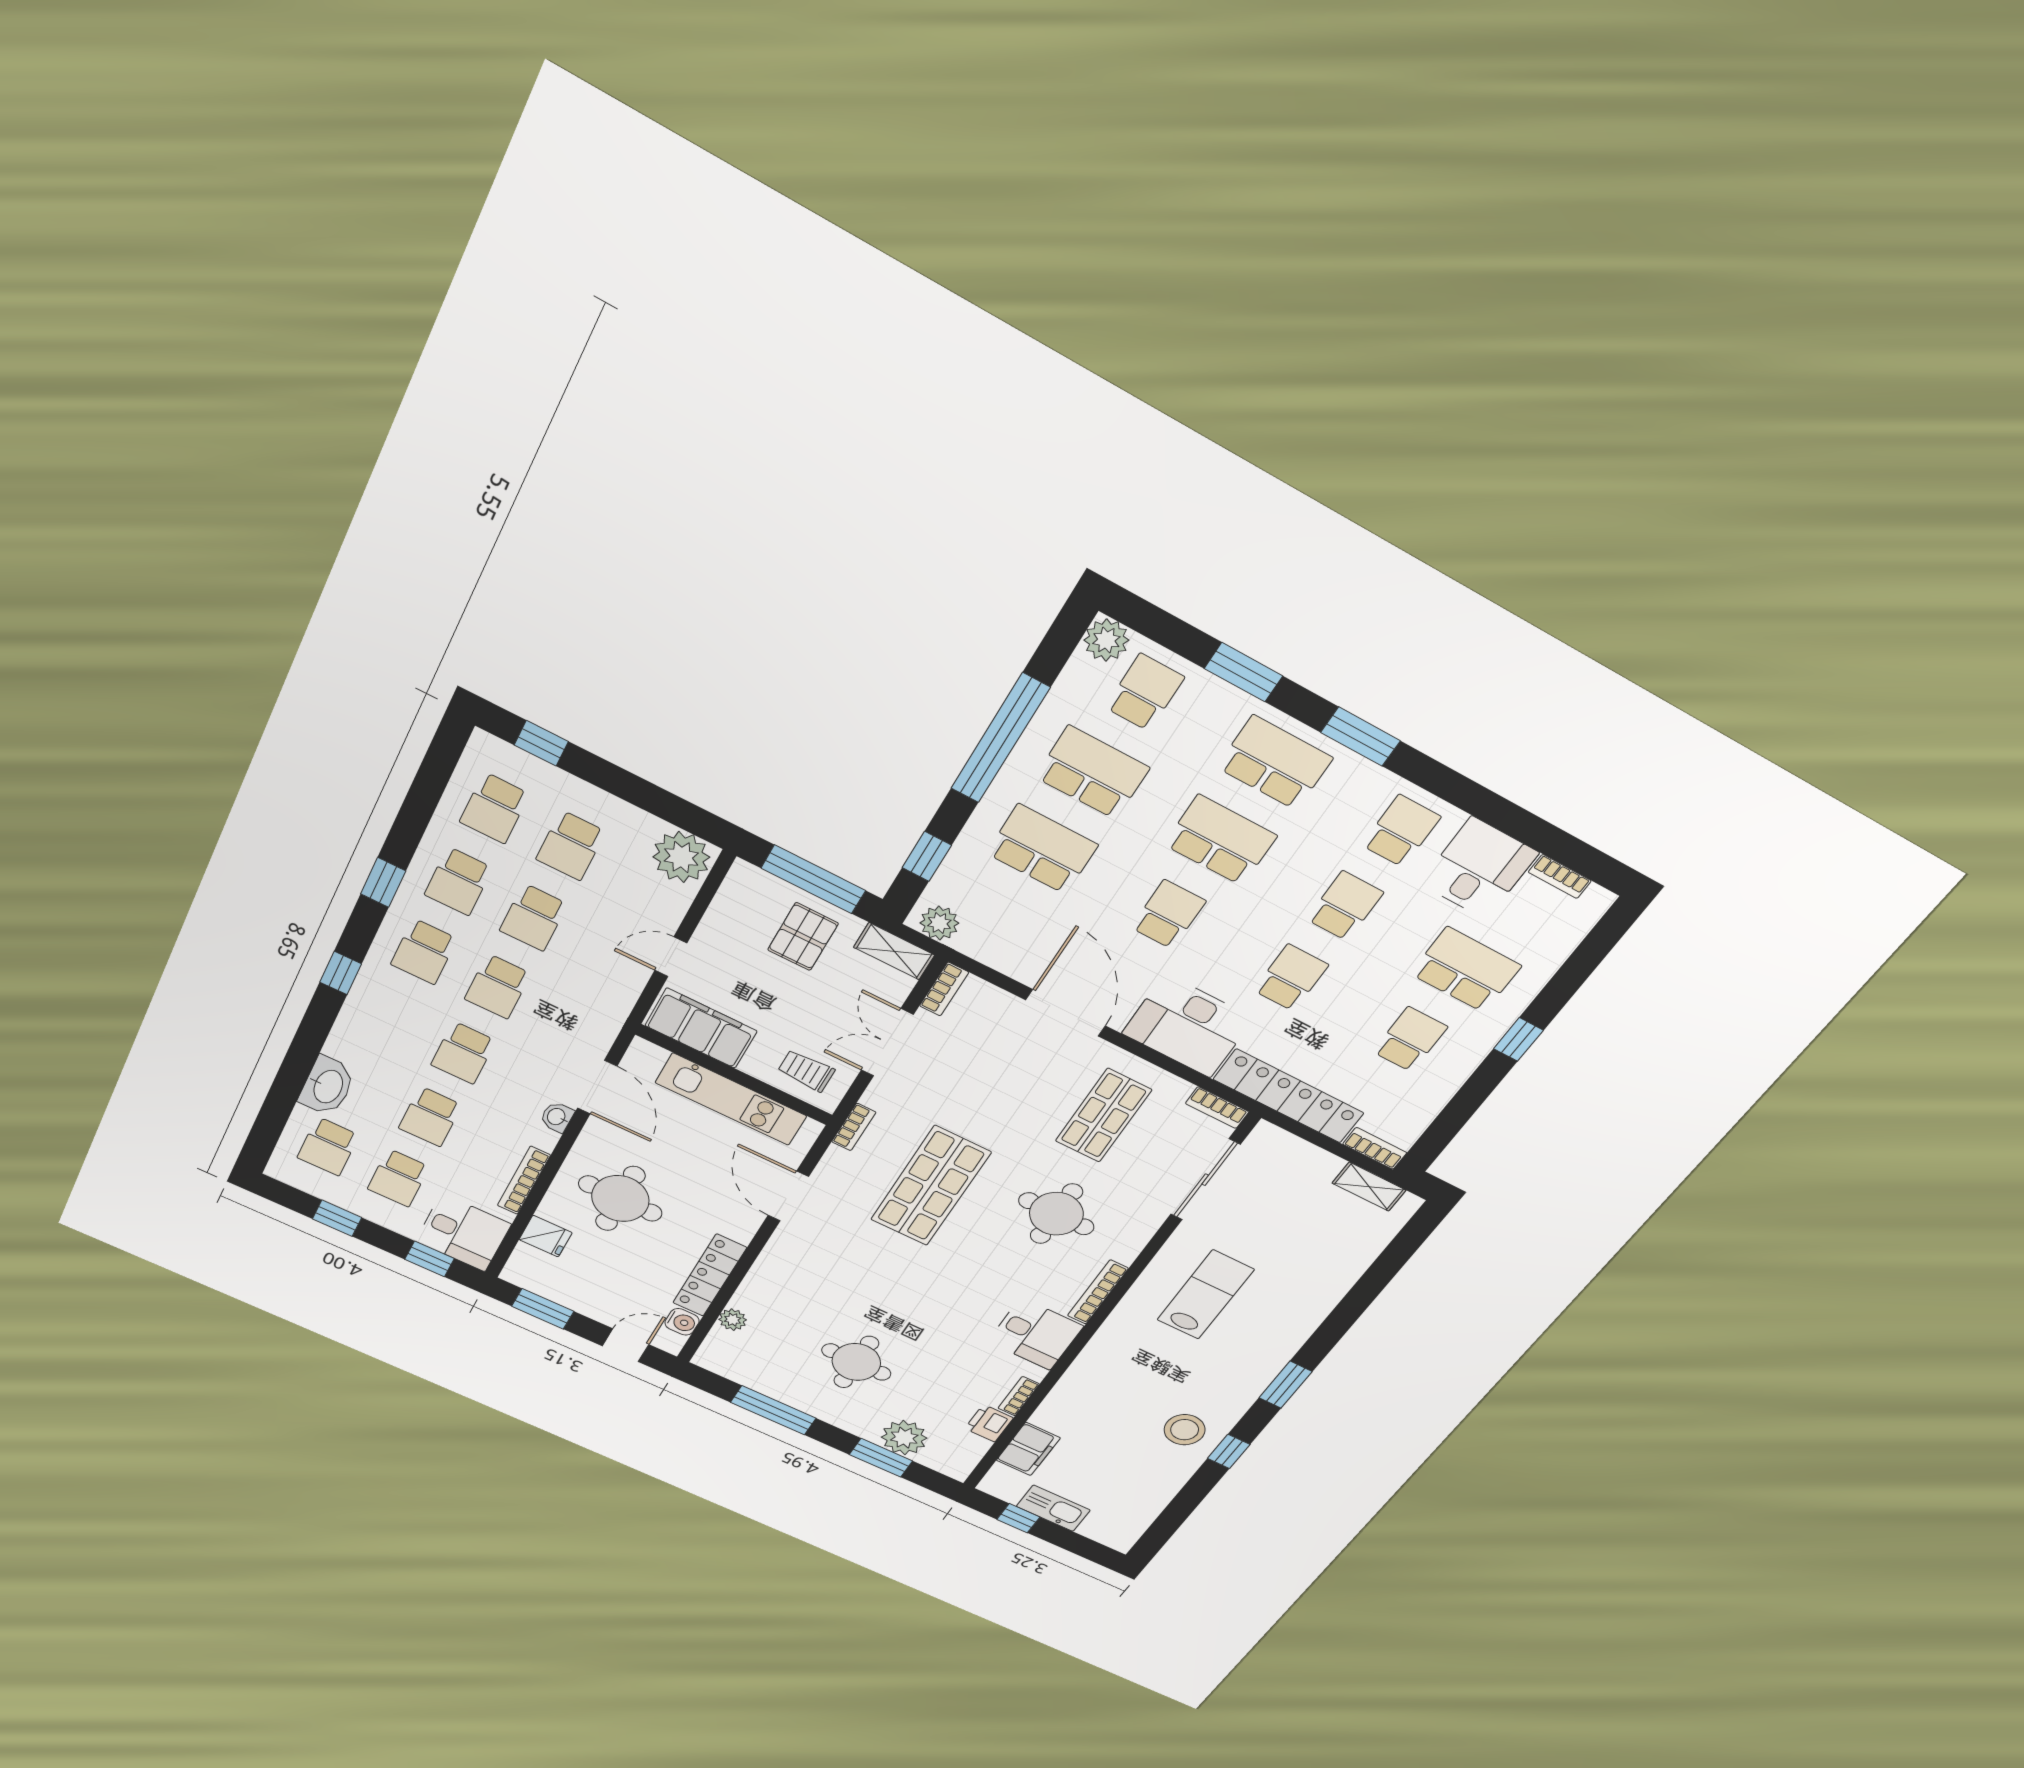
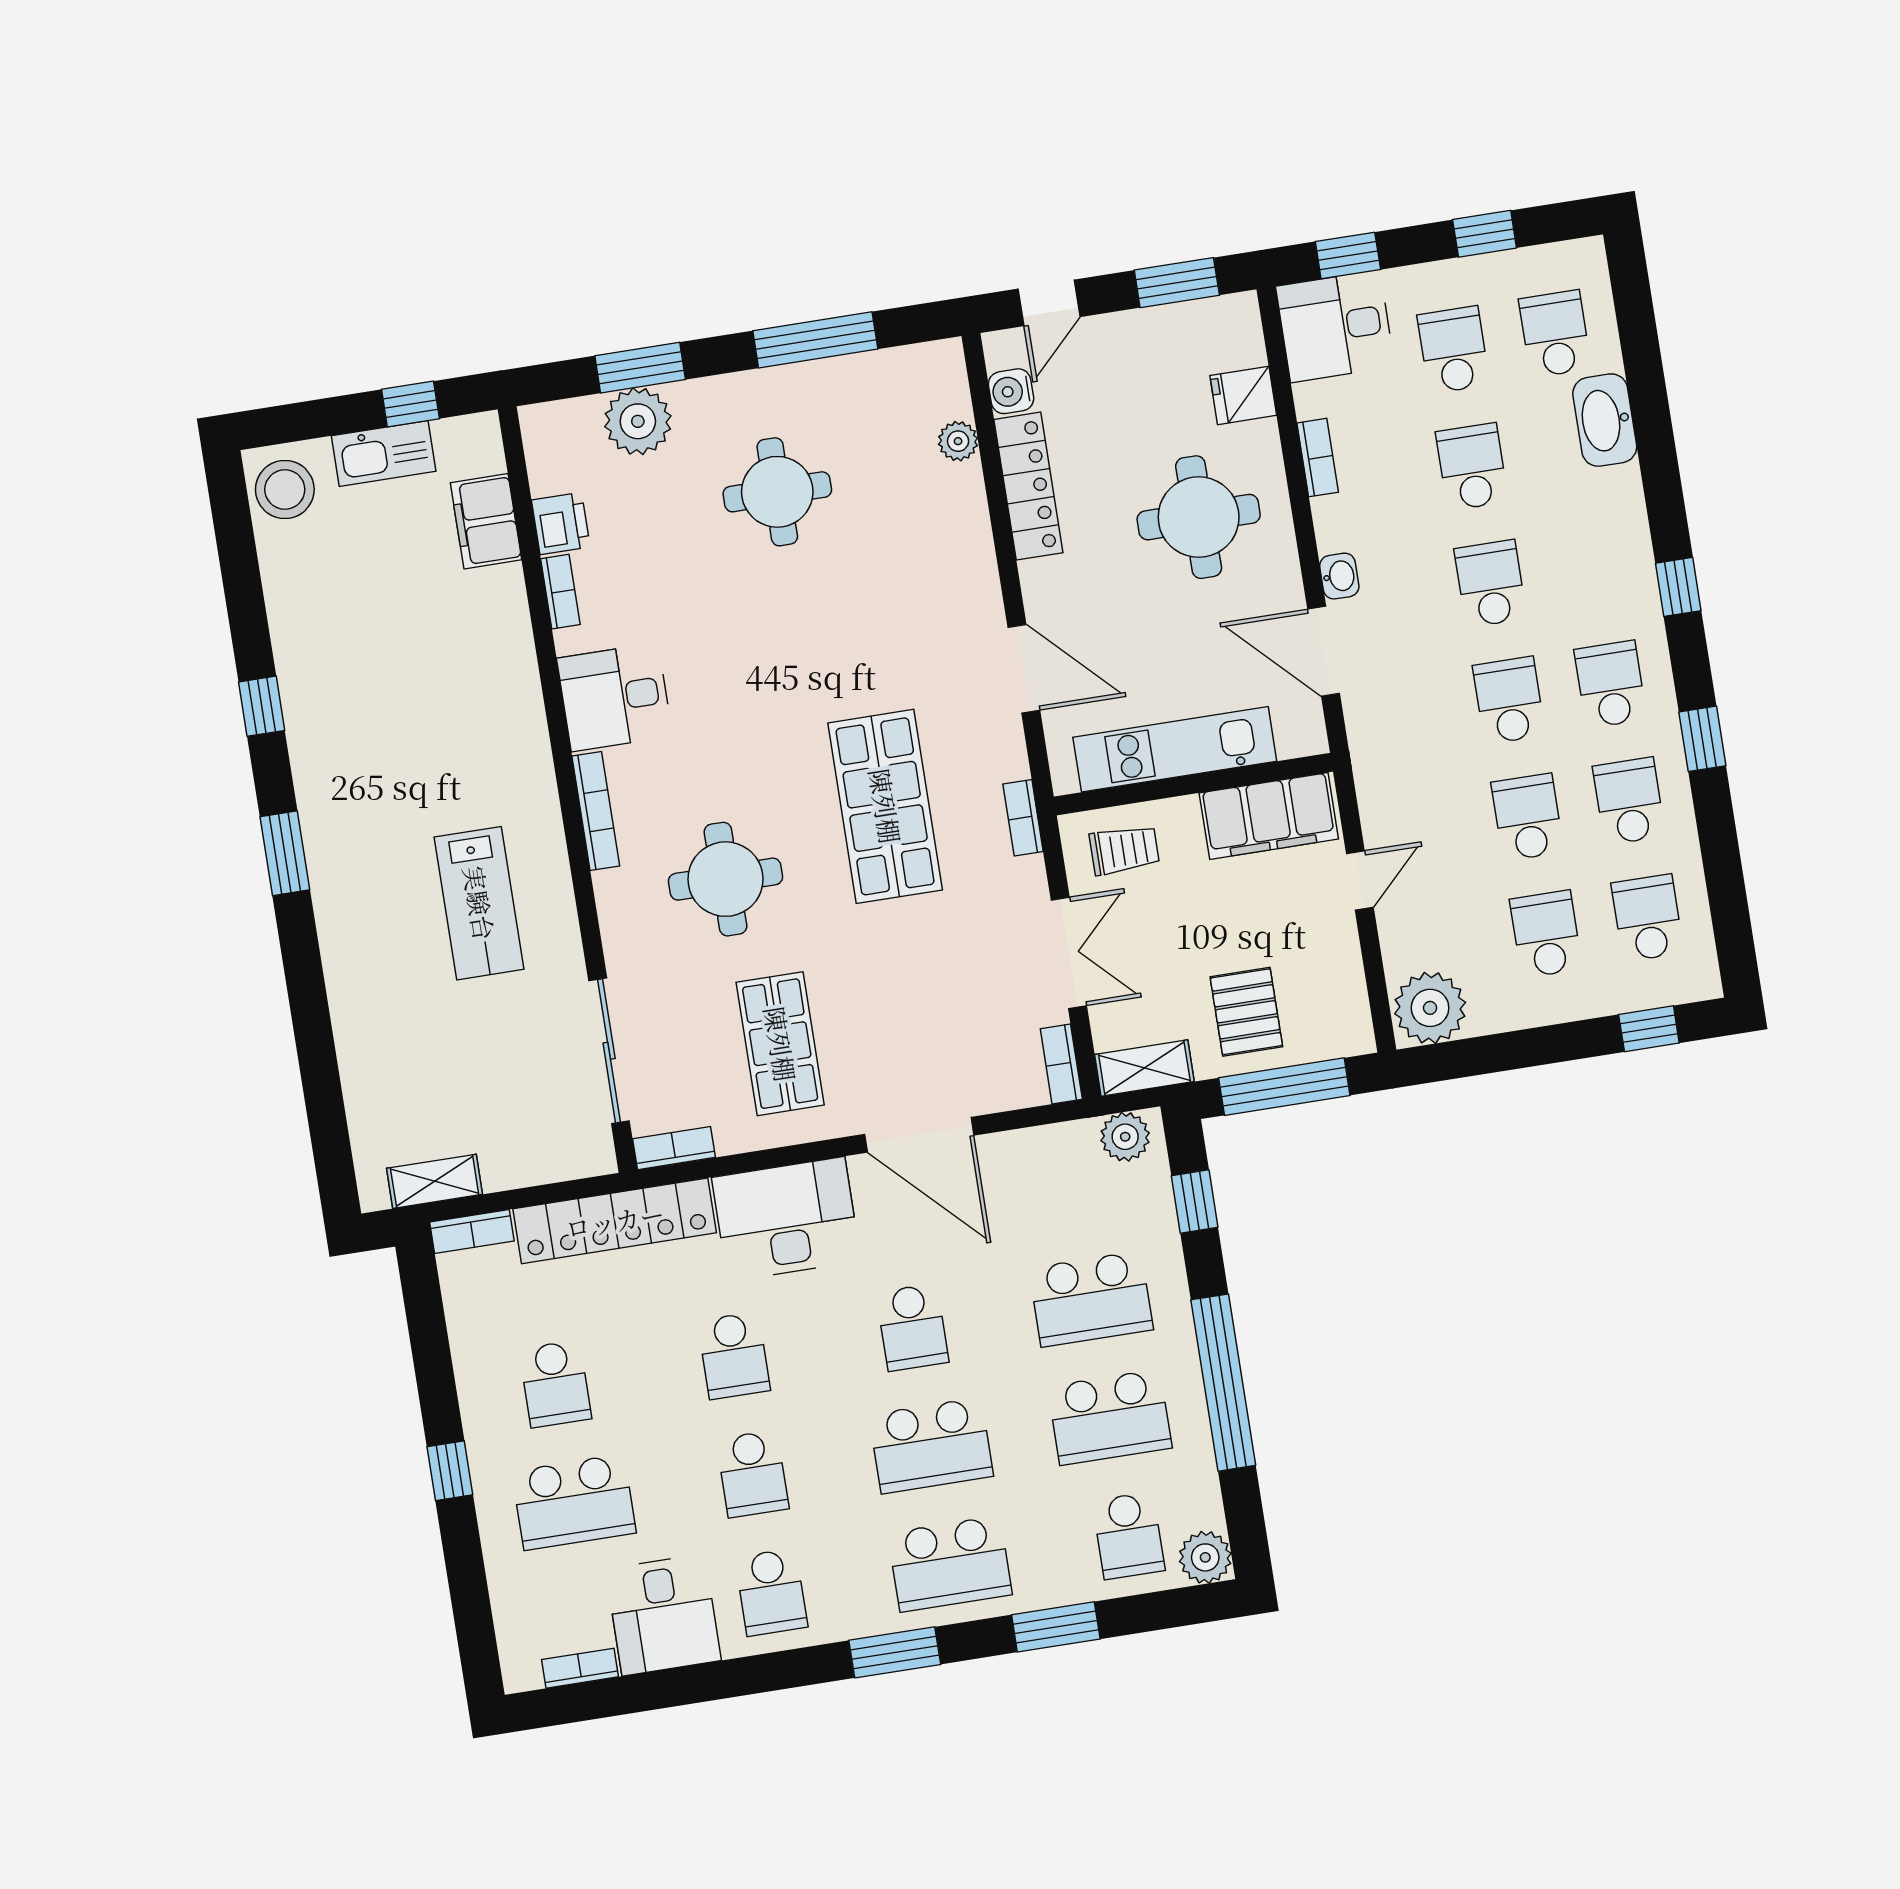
bookcase: (524, 1180) -> (1318, 458), width x0.64
stool: (1185, 1430) -> (285, 489), moved

